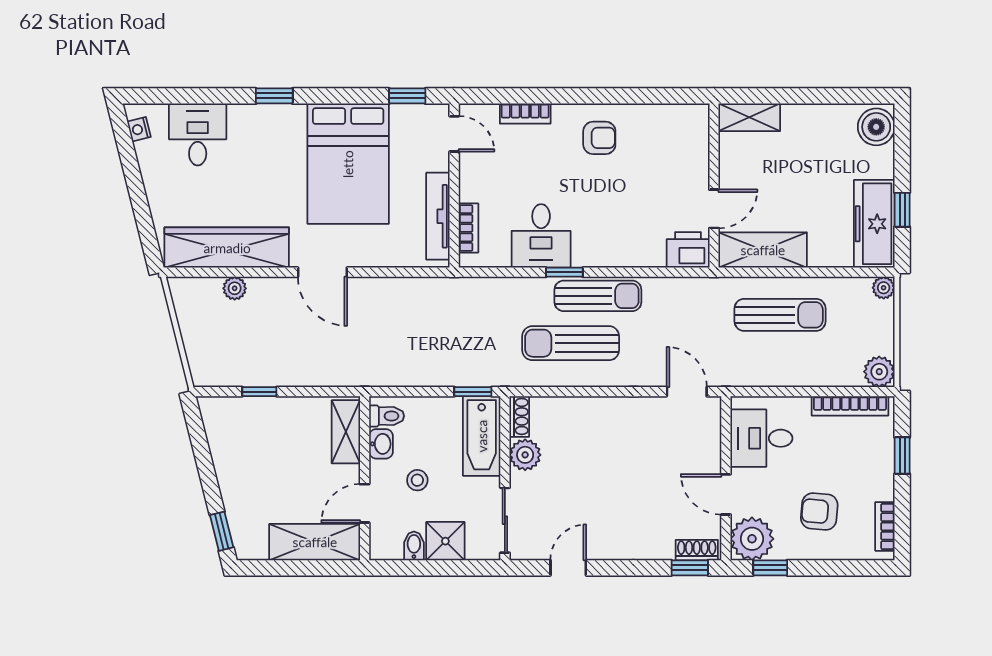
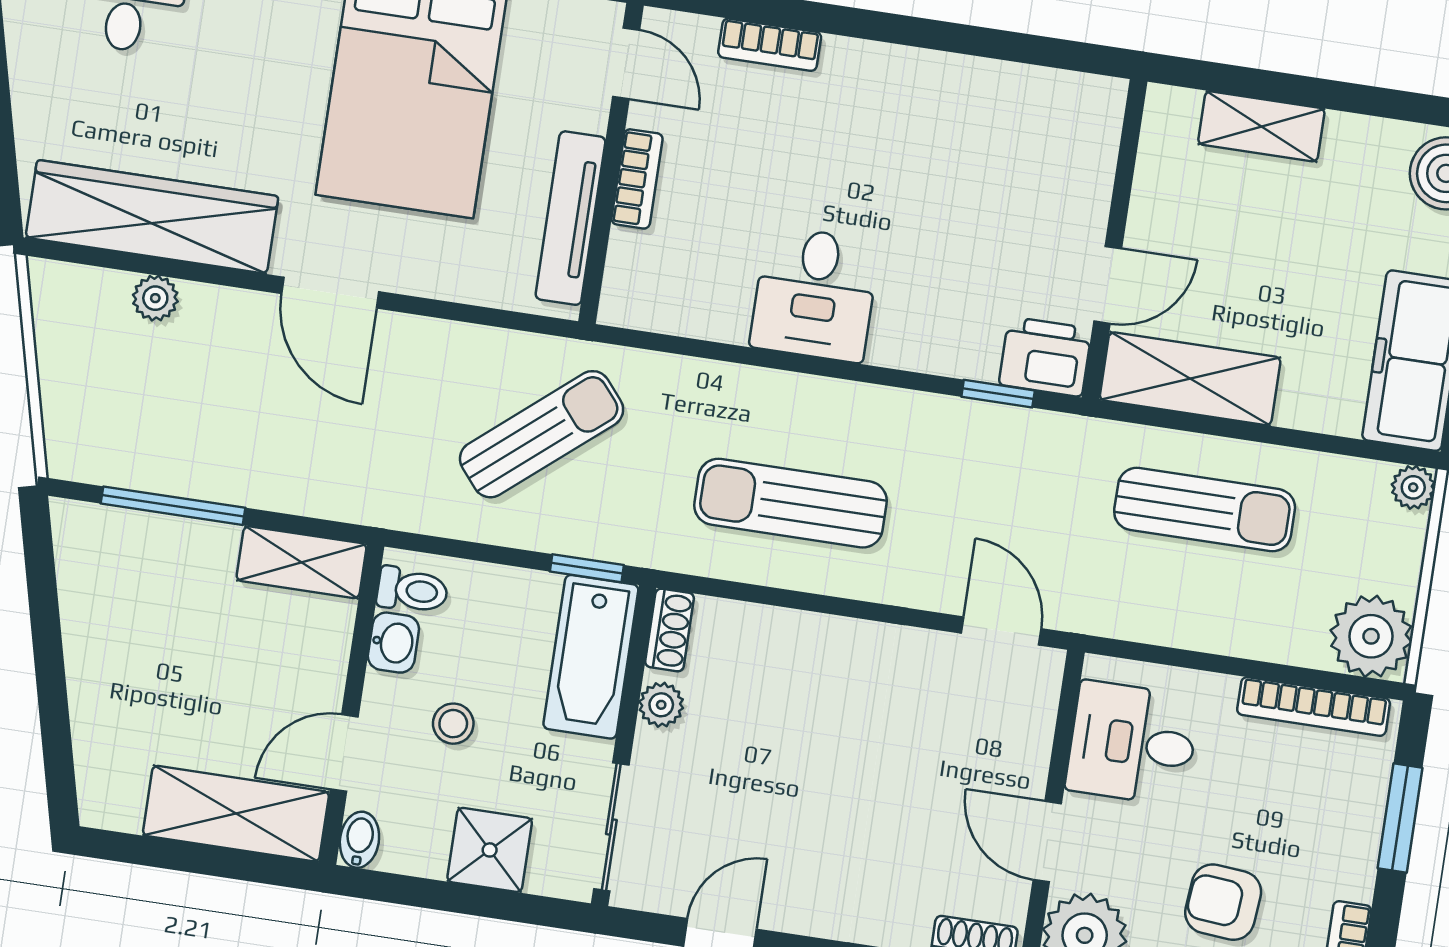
shelving: (749, 117) -> (1261, 126), moved
armchair: (599, 138) -> (906, 114), removed
bookcase: (469, 228) -> (637, 179), moved
desk: (541, 236) -> (815, 294), moved
window: (564, 272) -> (998, 394), moved
sun lounger: (598, 296) -> (542, 434), moved, turned -40
plant: (879, 372) -> (1371, 636), width x1.36, depth x1.36
window: (259, 392) -> (173, 506), width x2.17
shelving: (346, 432) -> (302, 562), moved, turned 90
plant: (525, 455) -> (661, 705), width x0.73, depth x0.73
window: (902, 456) -> (1400, 818), width x1.50
window: (222, 531) -> (59, 765), removed
bidet: (414, 546) -> (359, 840), moved

